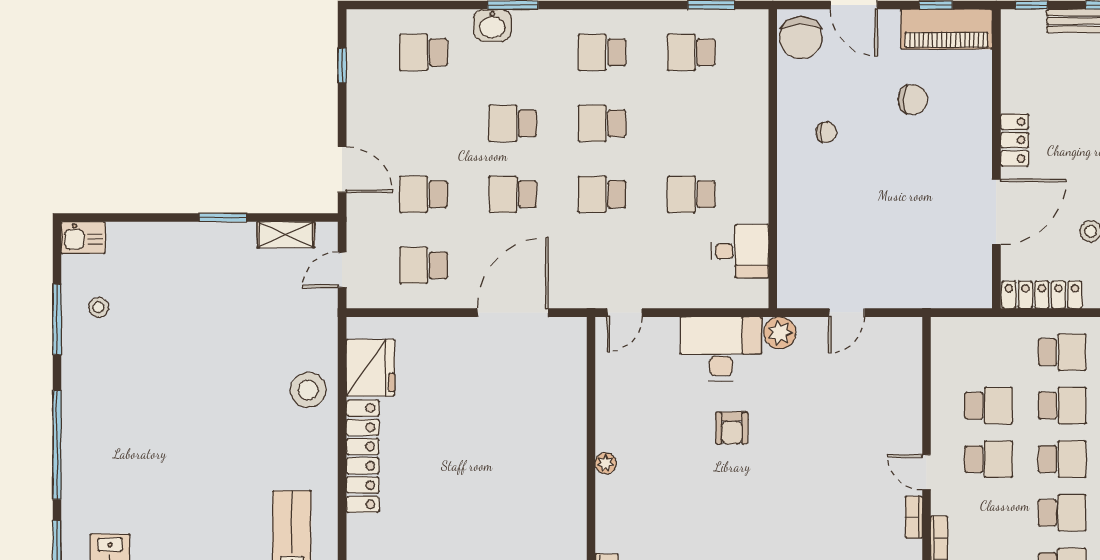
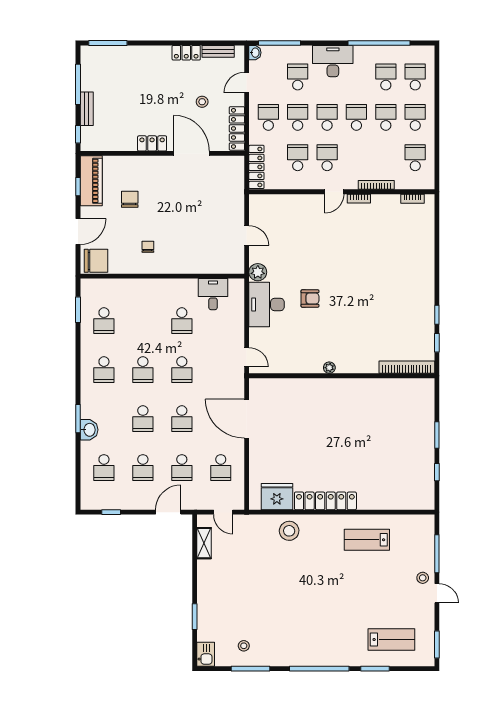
school desk: (424, 123) -> (143, 468), added
window: (223, 218) -> (195, 617), moved
locker: (972, 330) -> (256, 167), added

